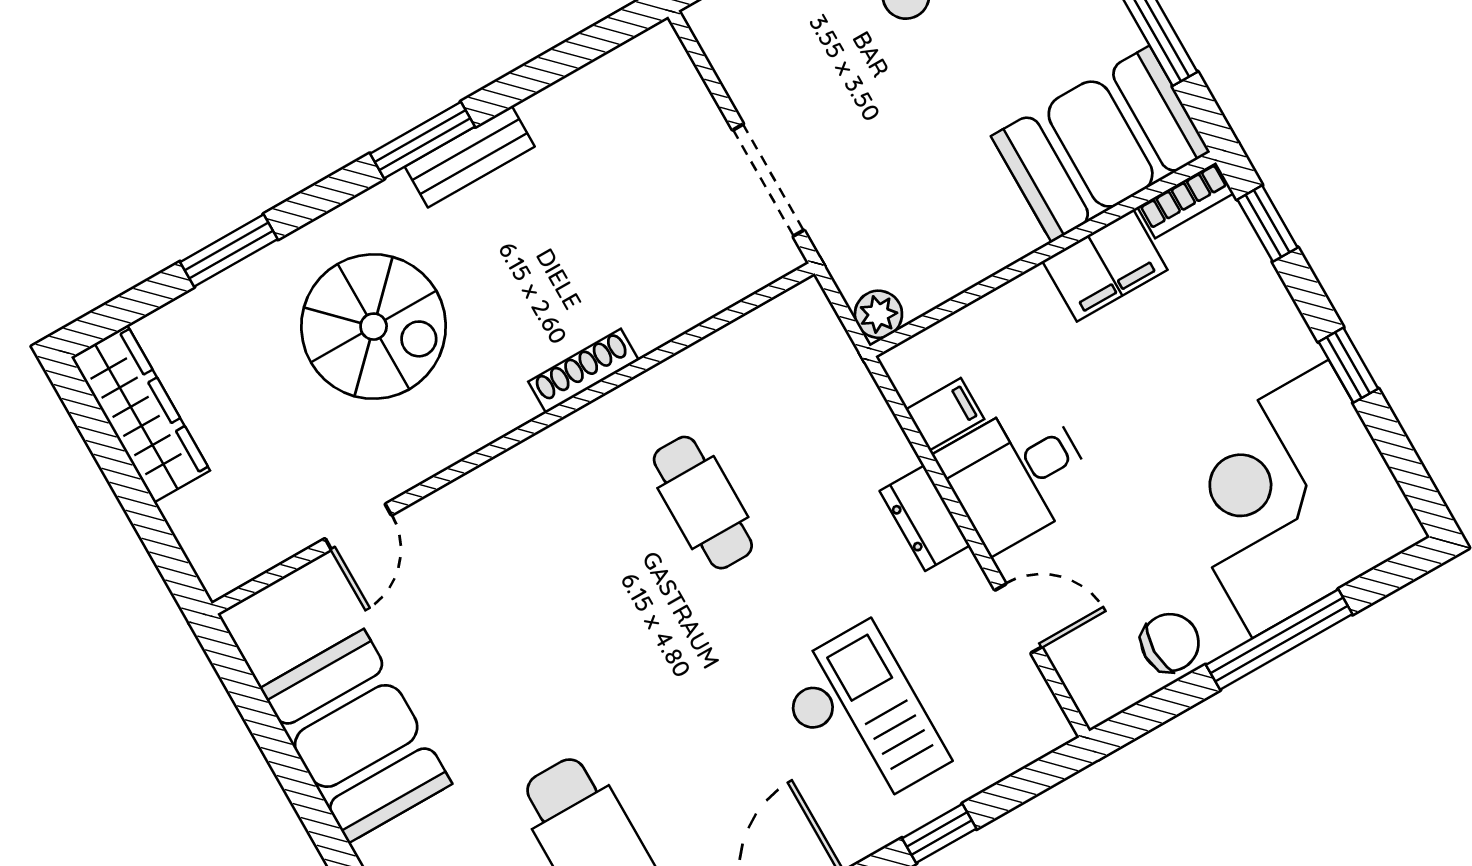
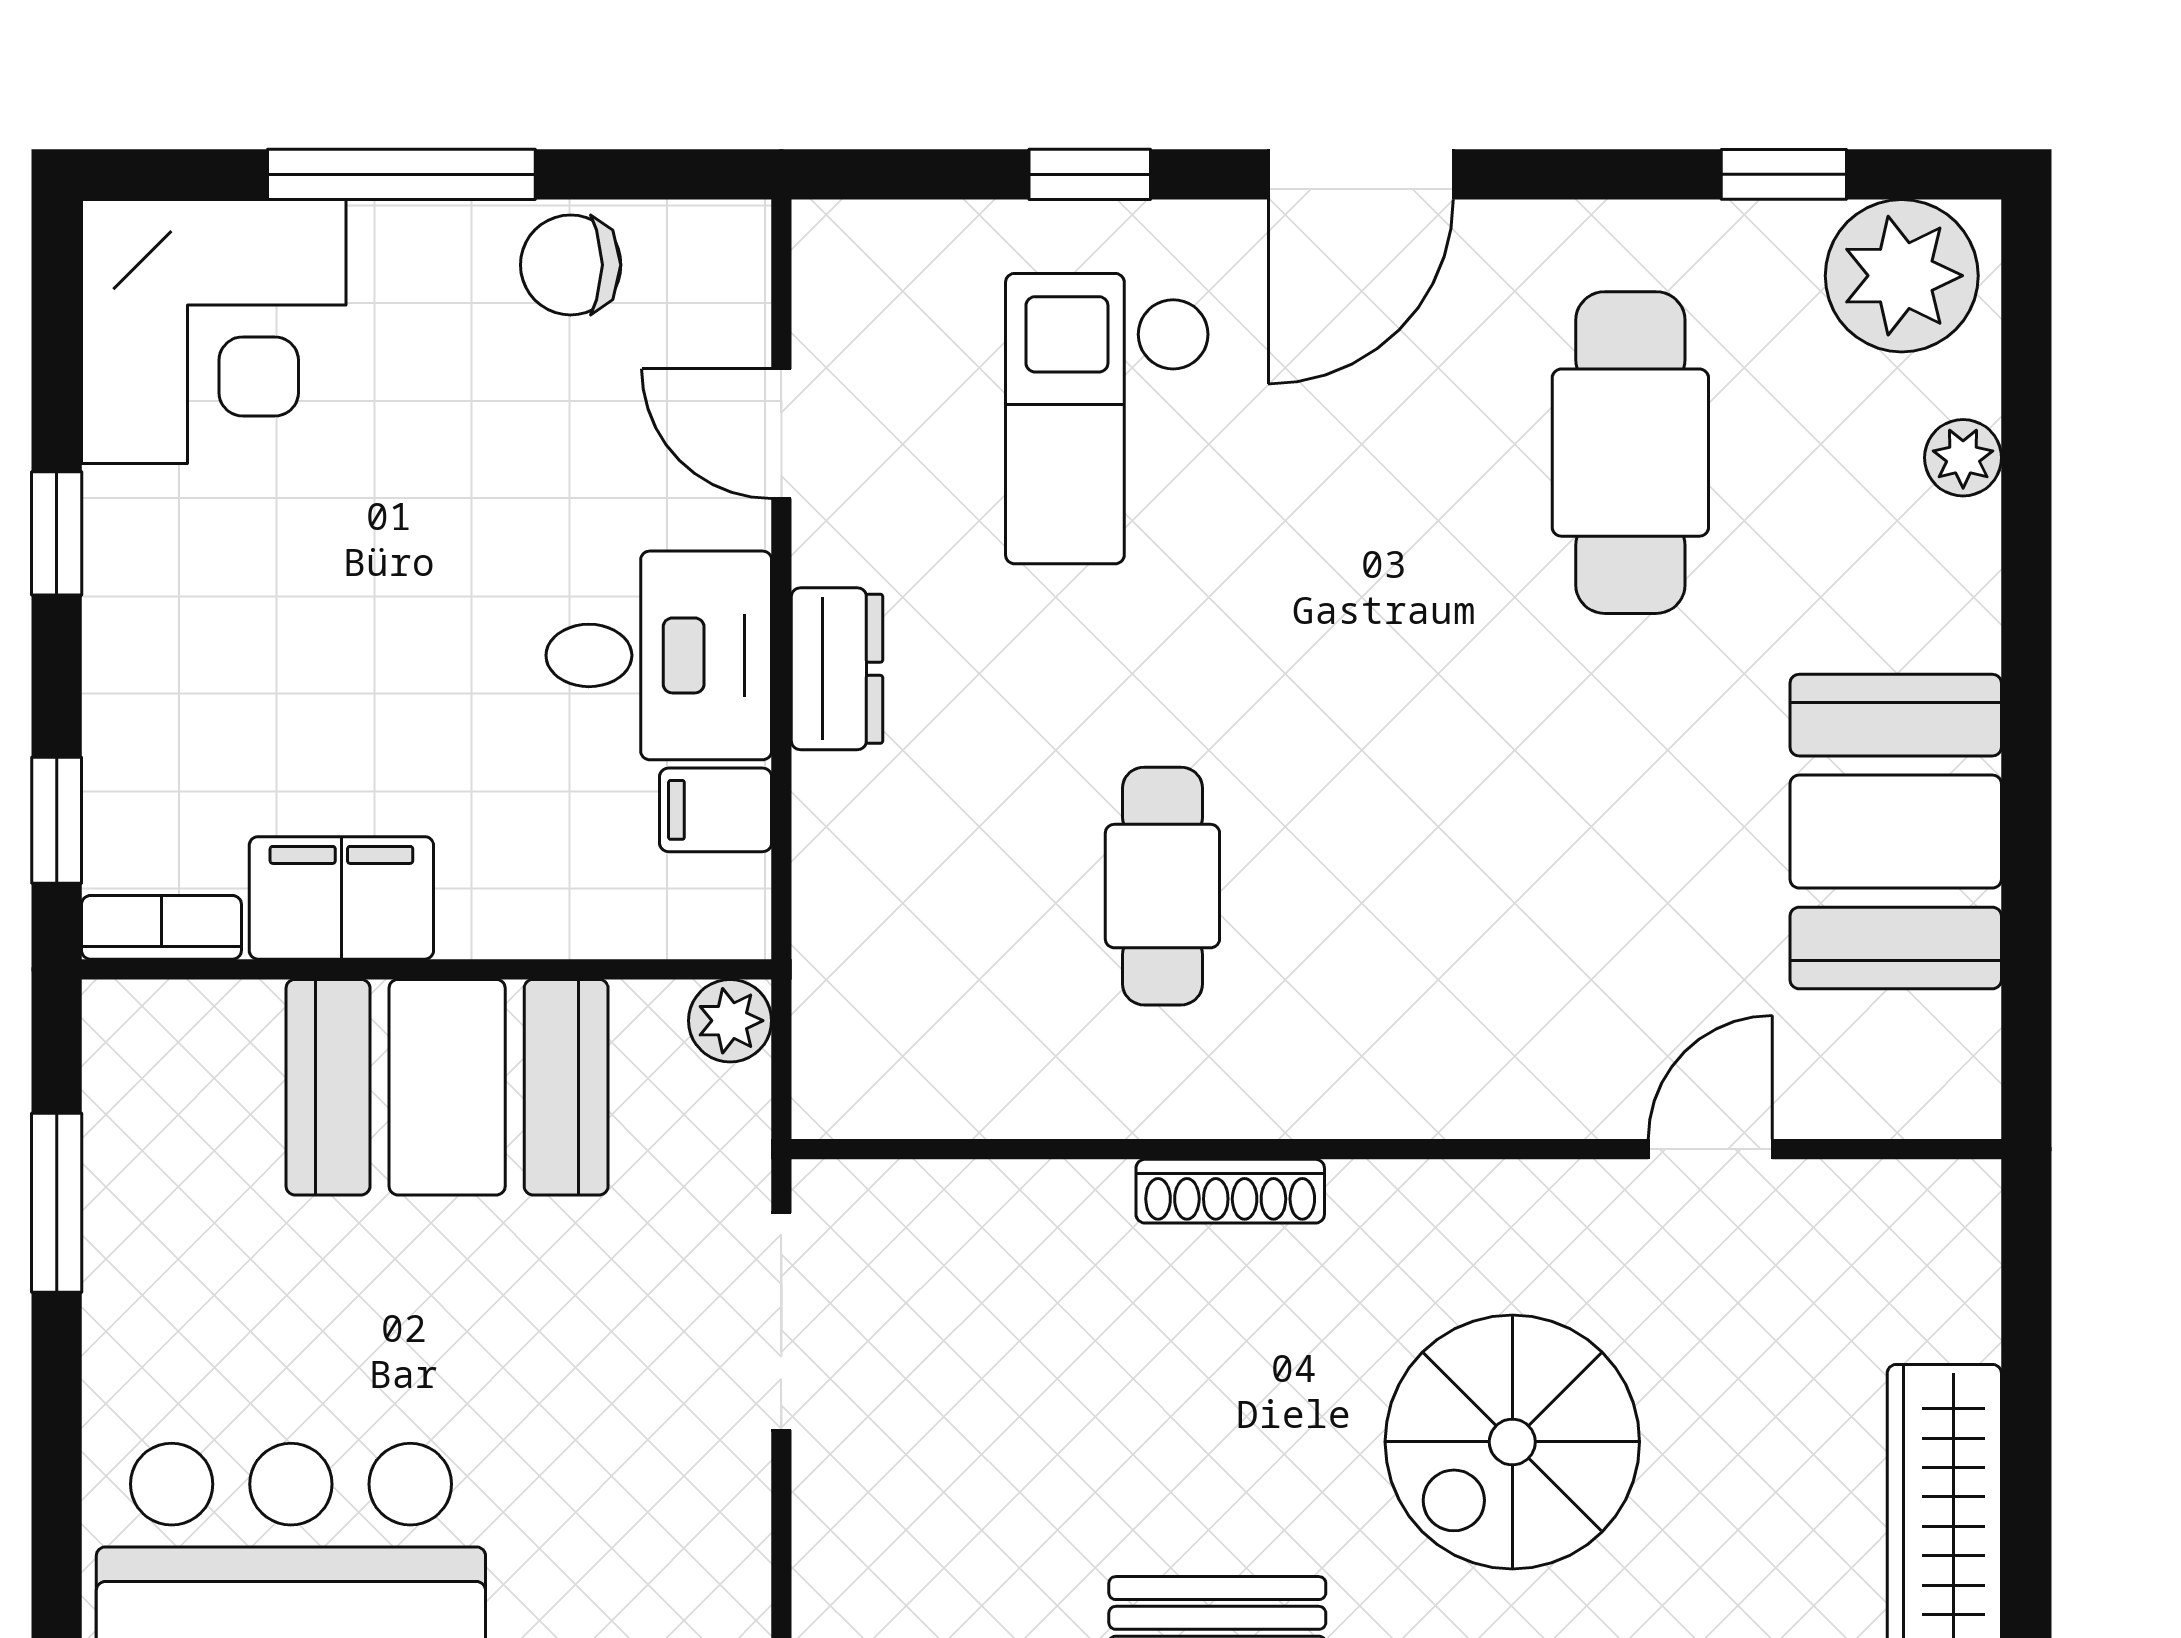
booth: (1101, 144) -> (447, 1087), moved
spiral stairs: (374, 327) -> (1512, 1442), turned -90
corner desk: (1291, 499) -> (214, 332), width x0.74, depth x0.74

